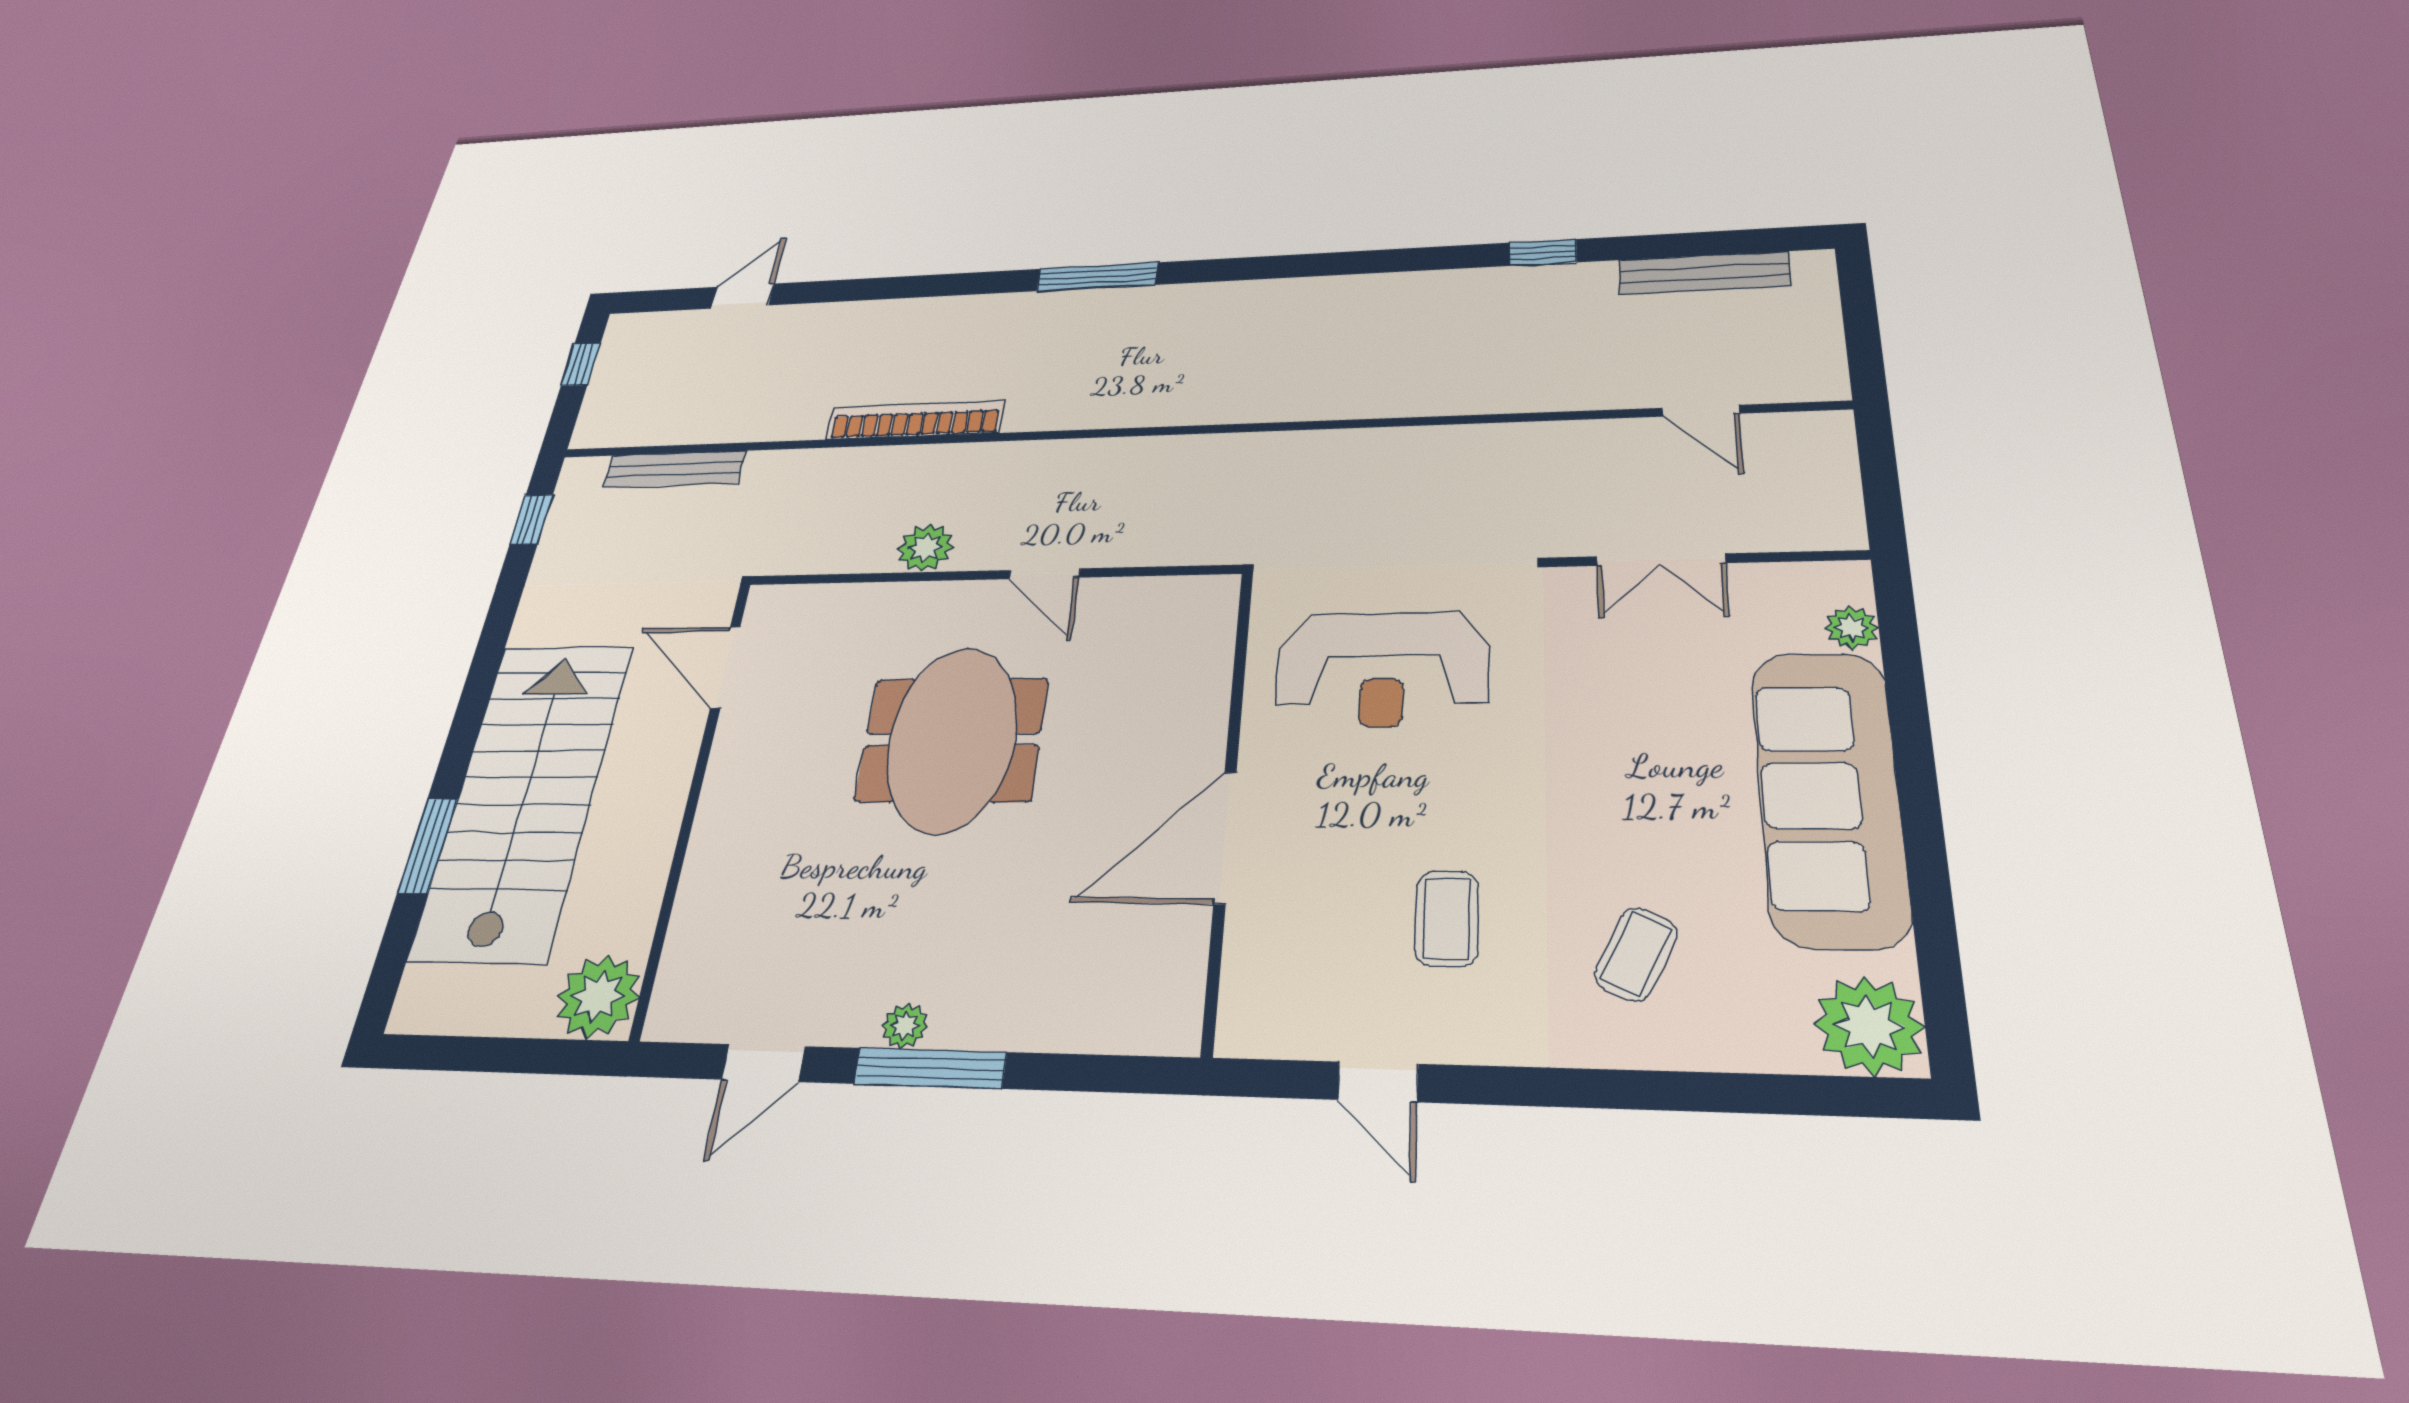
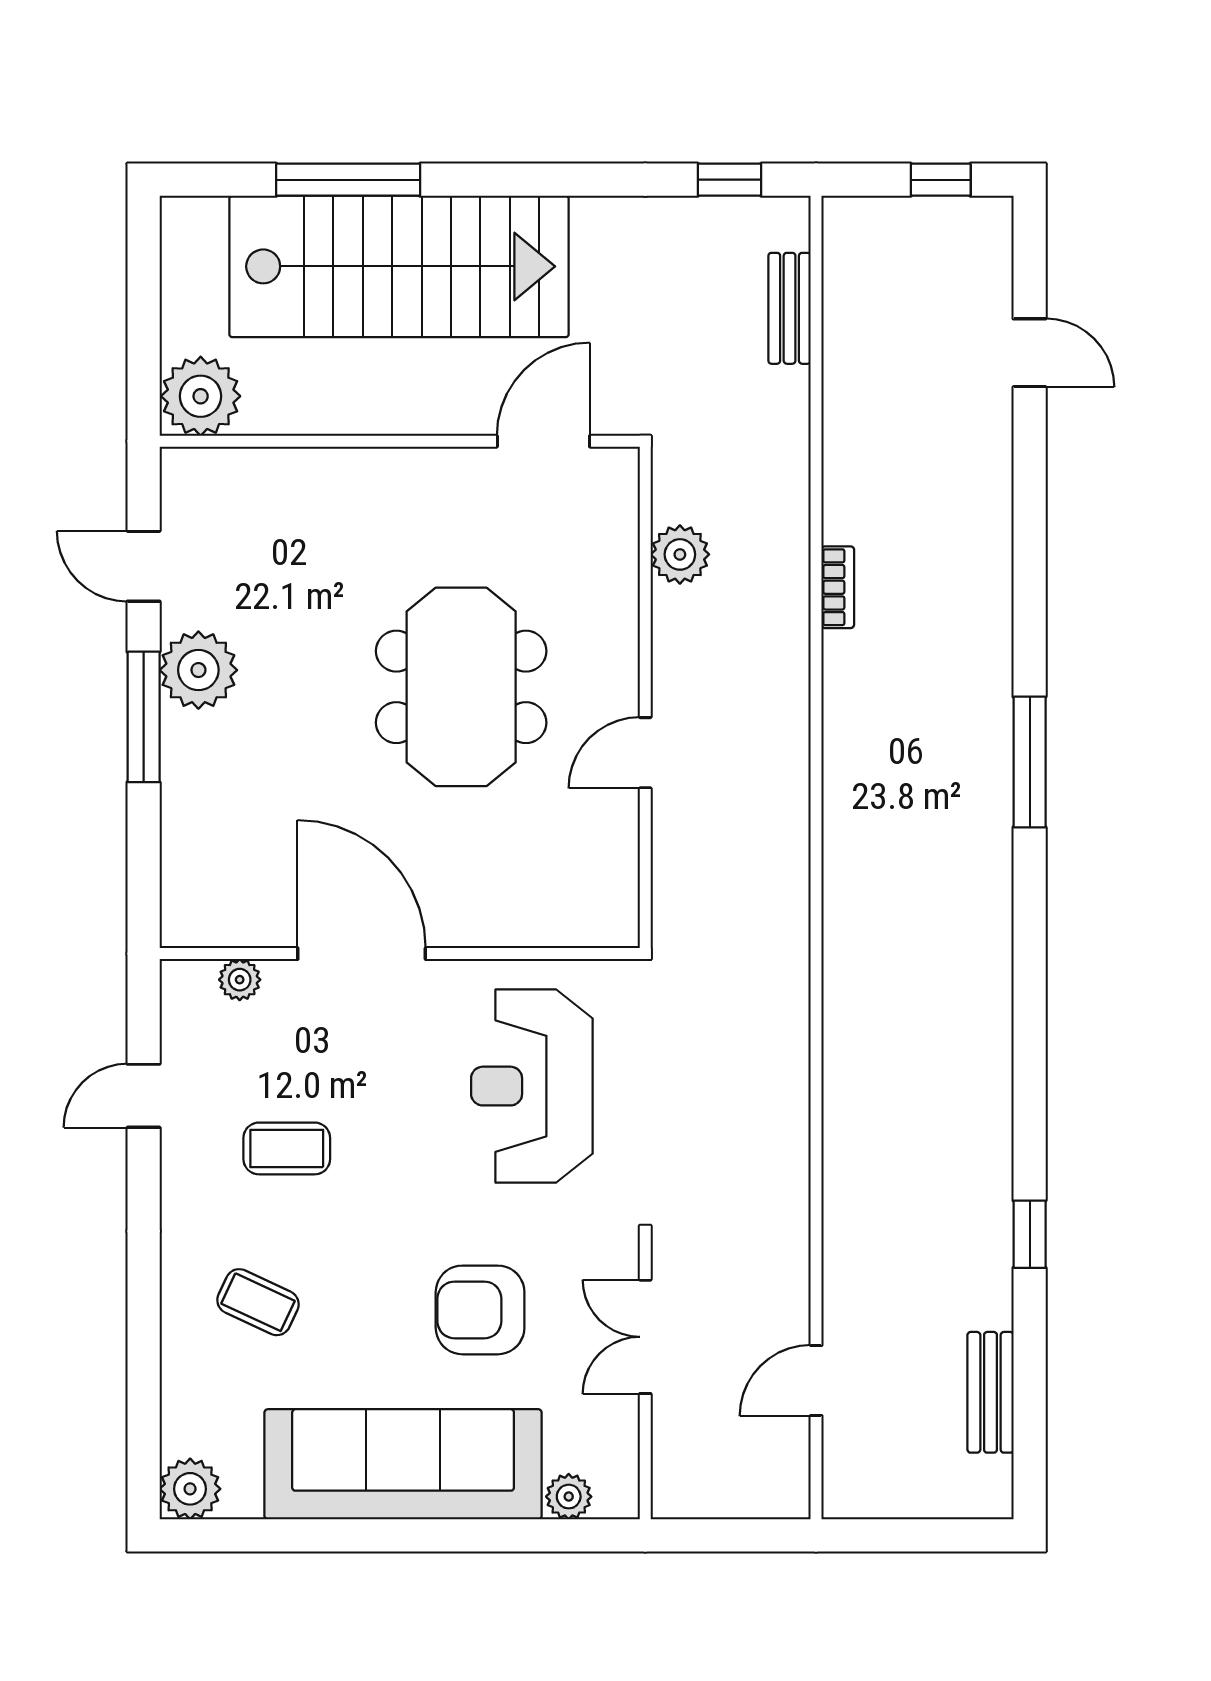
bench: (1704, 273) -> (990, 1392), width x0.73
bookcase: (915, 420) -> (838, 587), width x0.43, depth x0.76
bench: (674, 469) -> (790, 308), width x0.73
plant: (926, 548) -> (680, 554), moved
armchair: (1637, 717) -> (480, 1310), added
meeting table: (952, 739) -> (461, 687), turned 90
window: (428, 846) -> (348, 180), width x1.44
plant: (1244, 968) -> (240, 980), added
plant: (905, 1026) -> (198, 670), width x1.88, depth x1.88
plant: (1869, 1026) -> (190, 1489), width x0.73, depth x0.73

